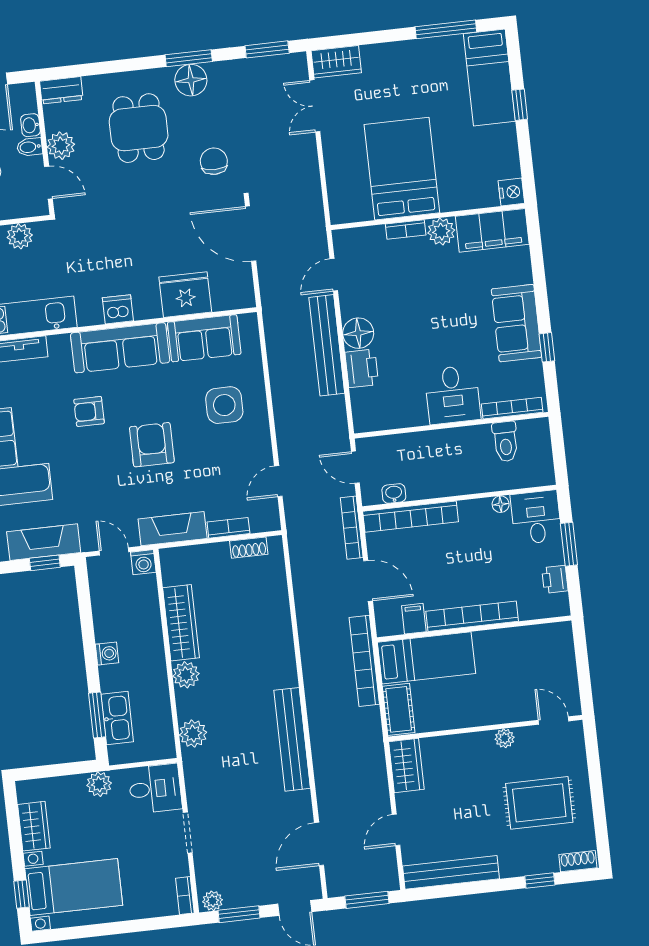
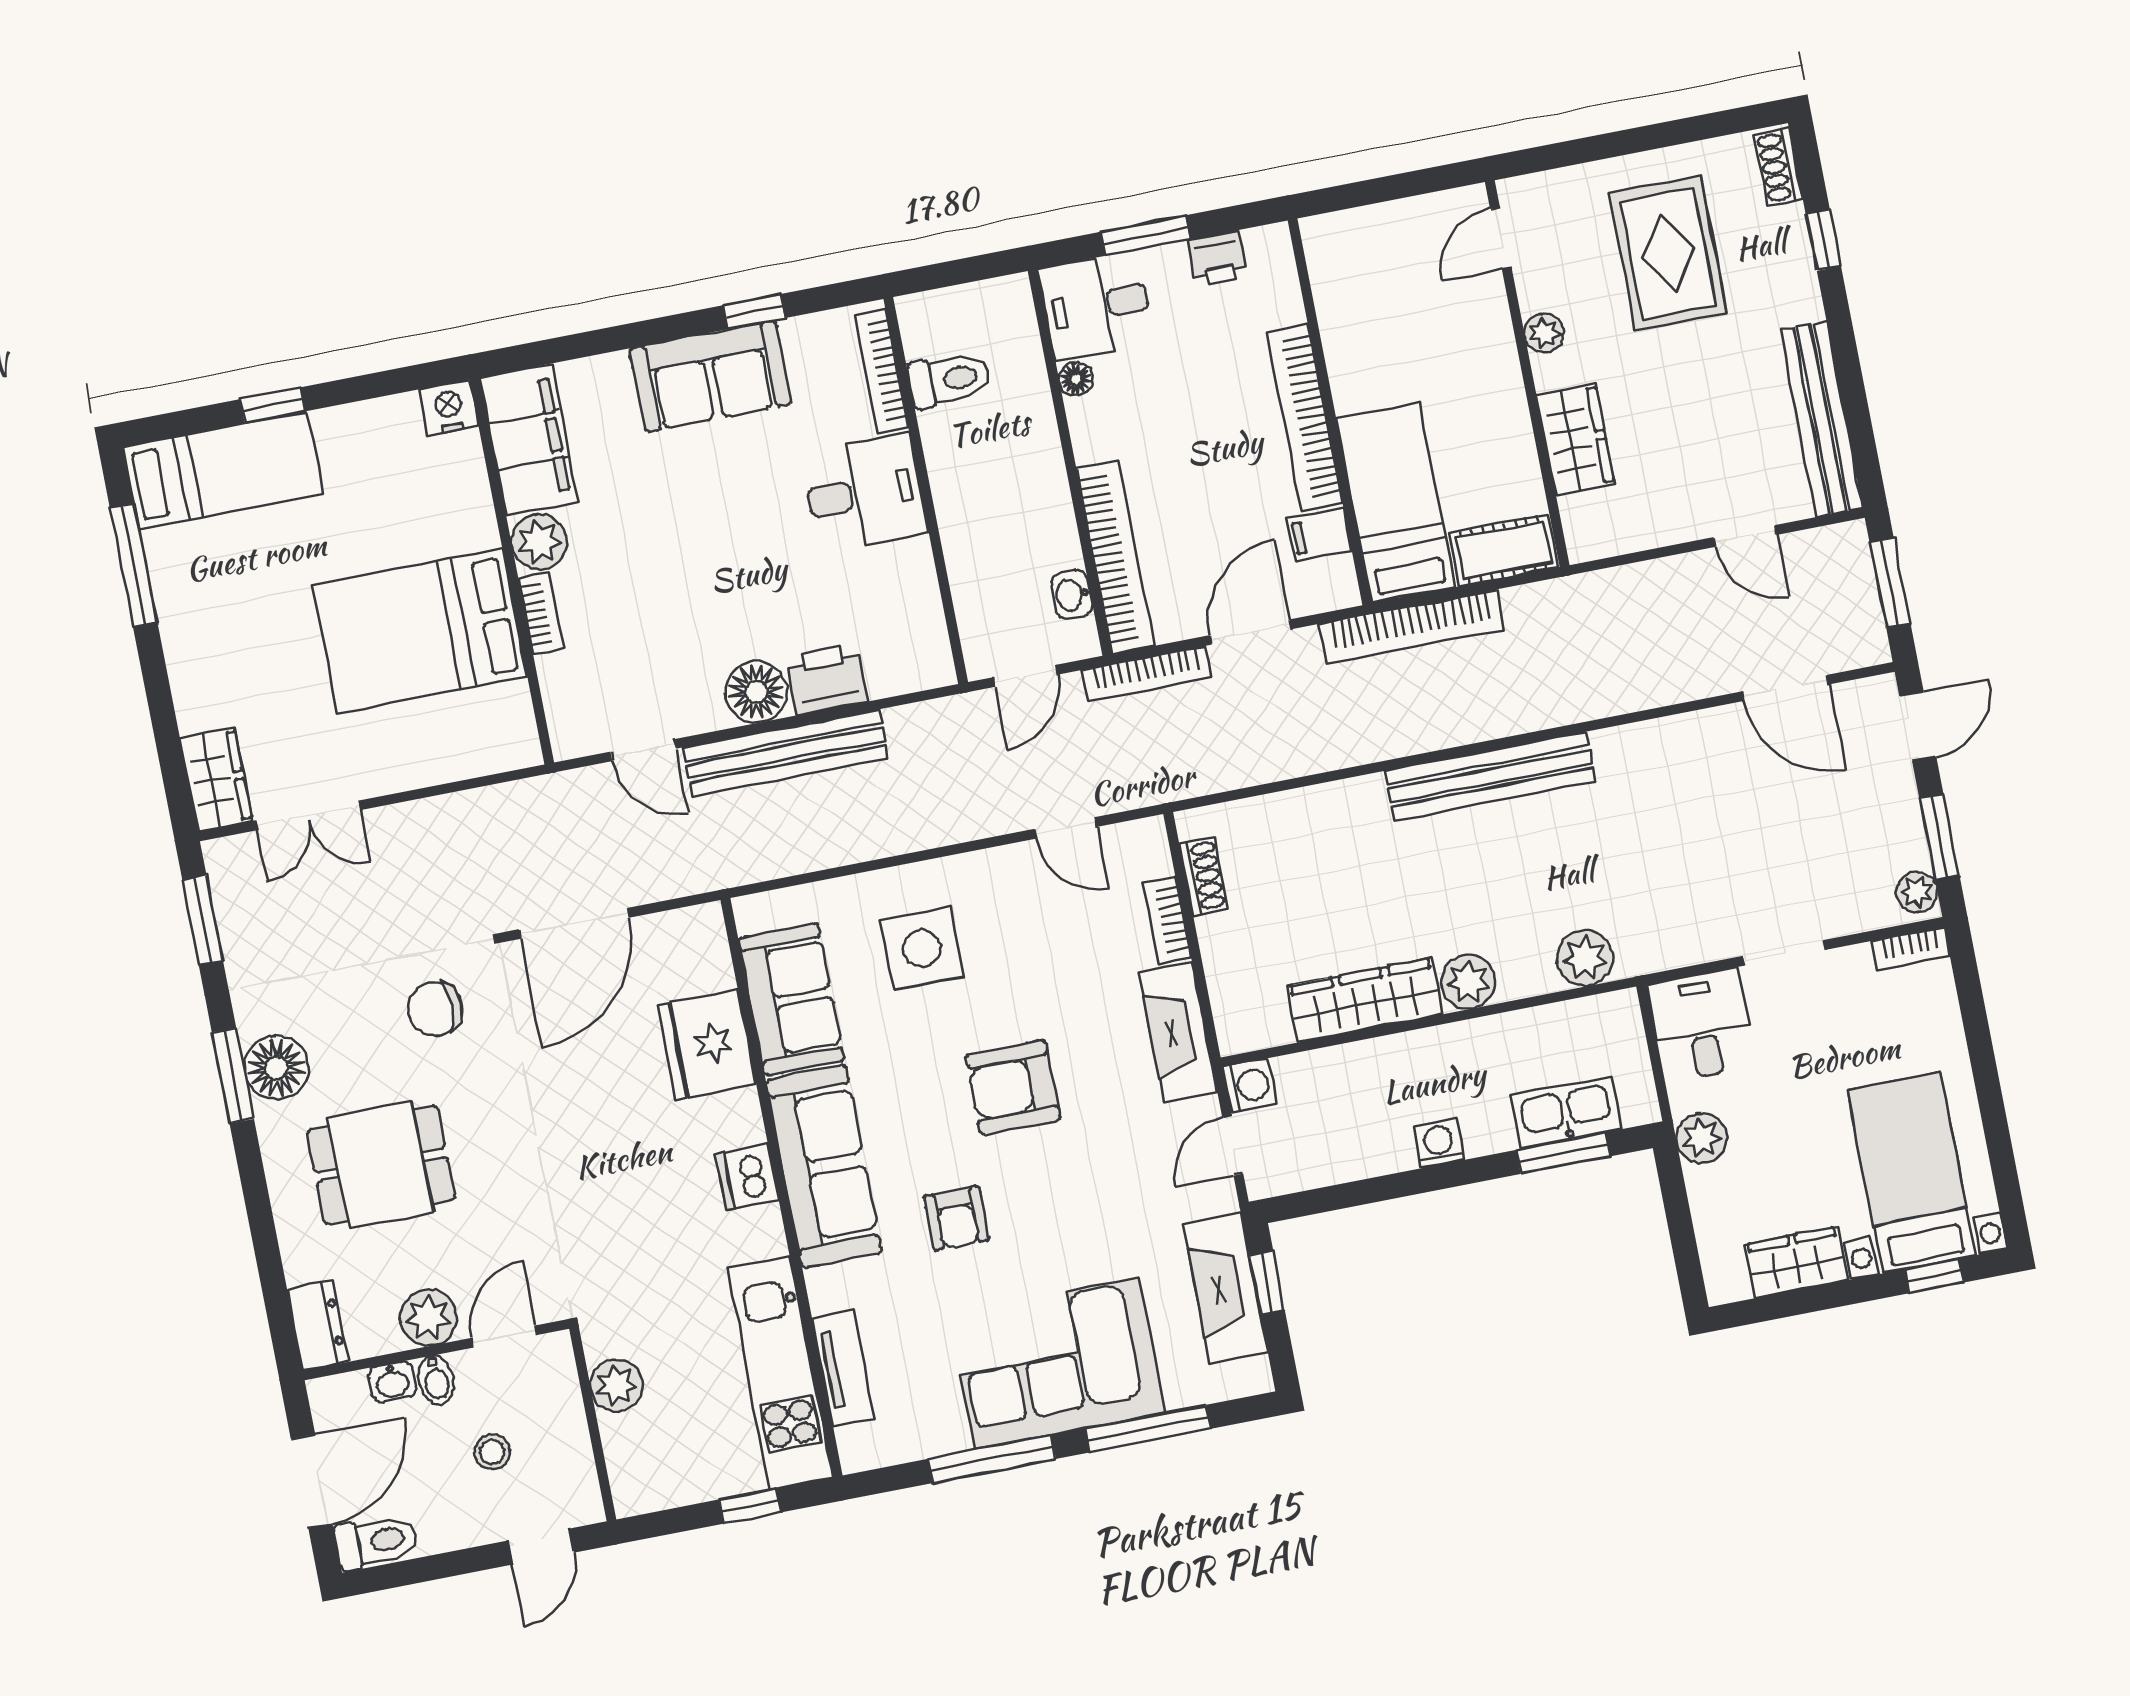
bench: (292, 739) -> (1490, 776), moved
wardrobe: (406, 765) -> (1576, 439), moved, turned 90

